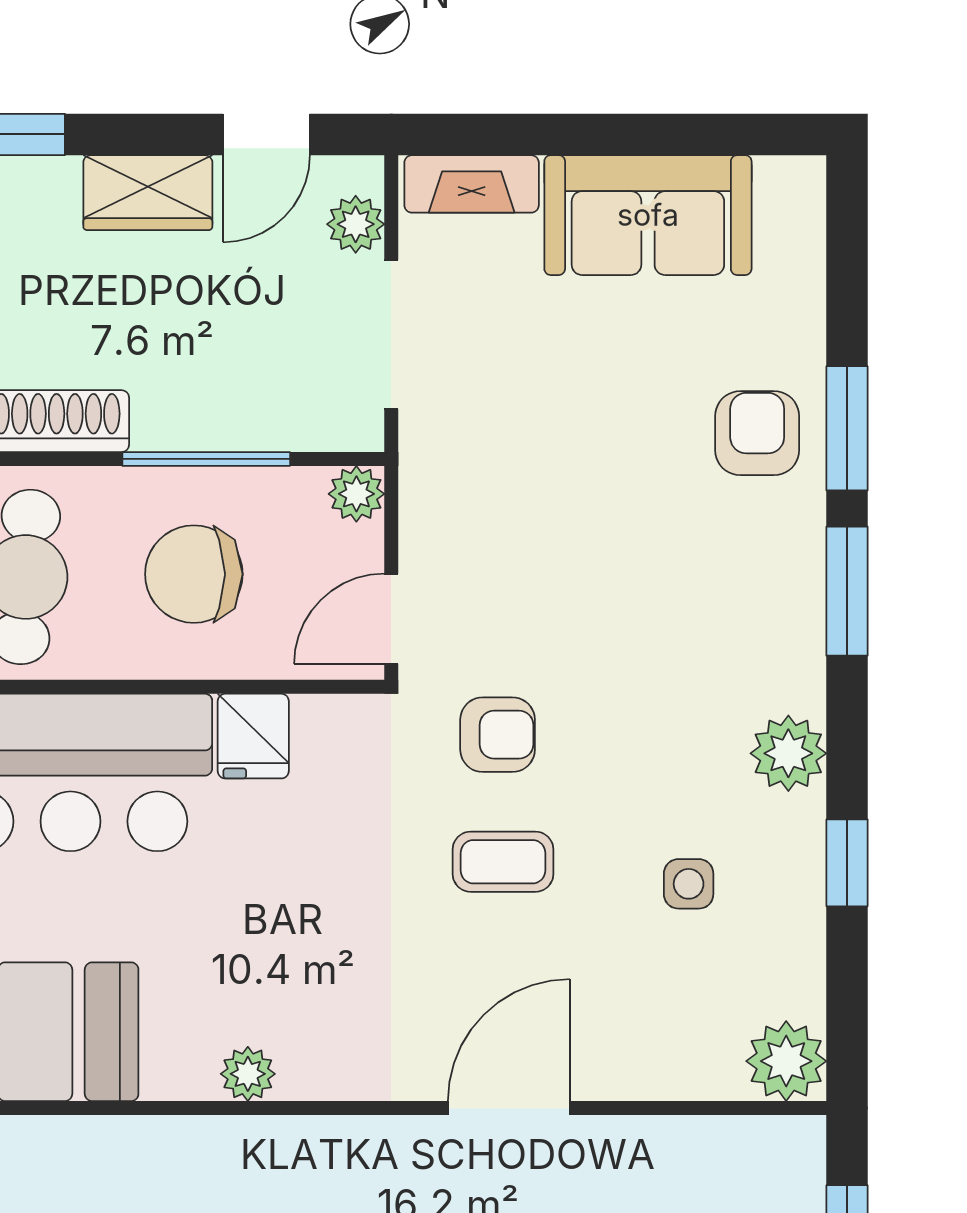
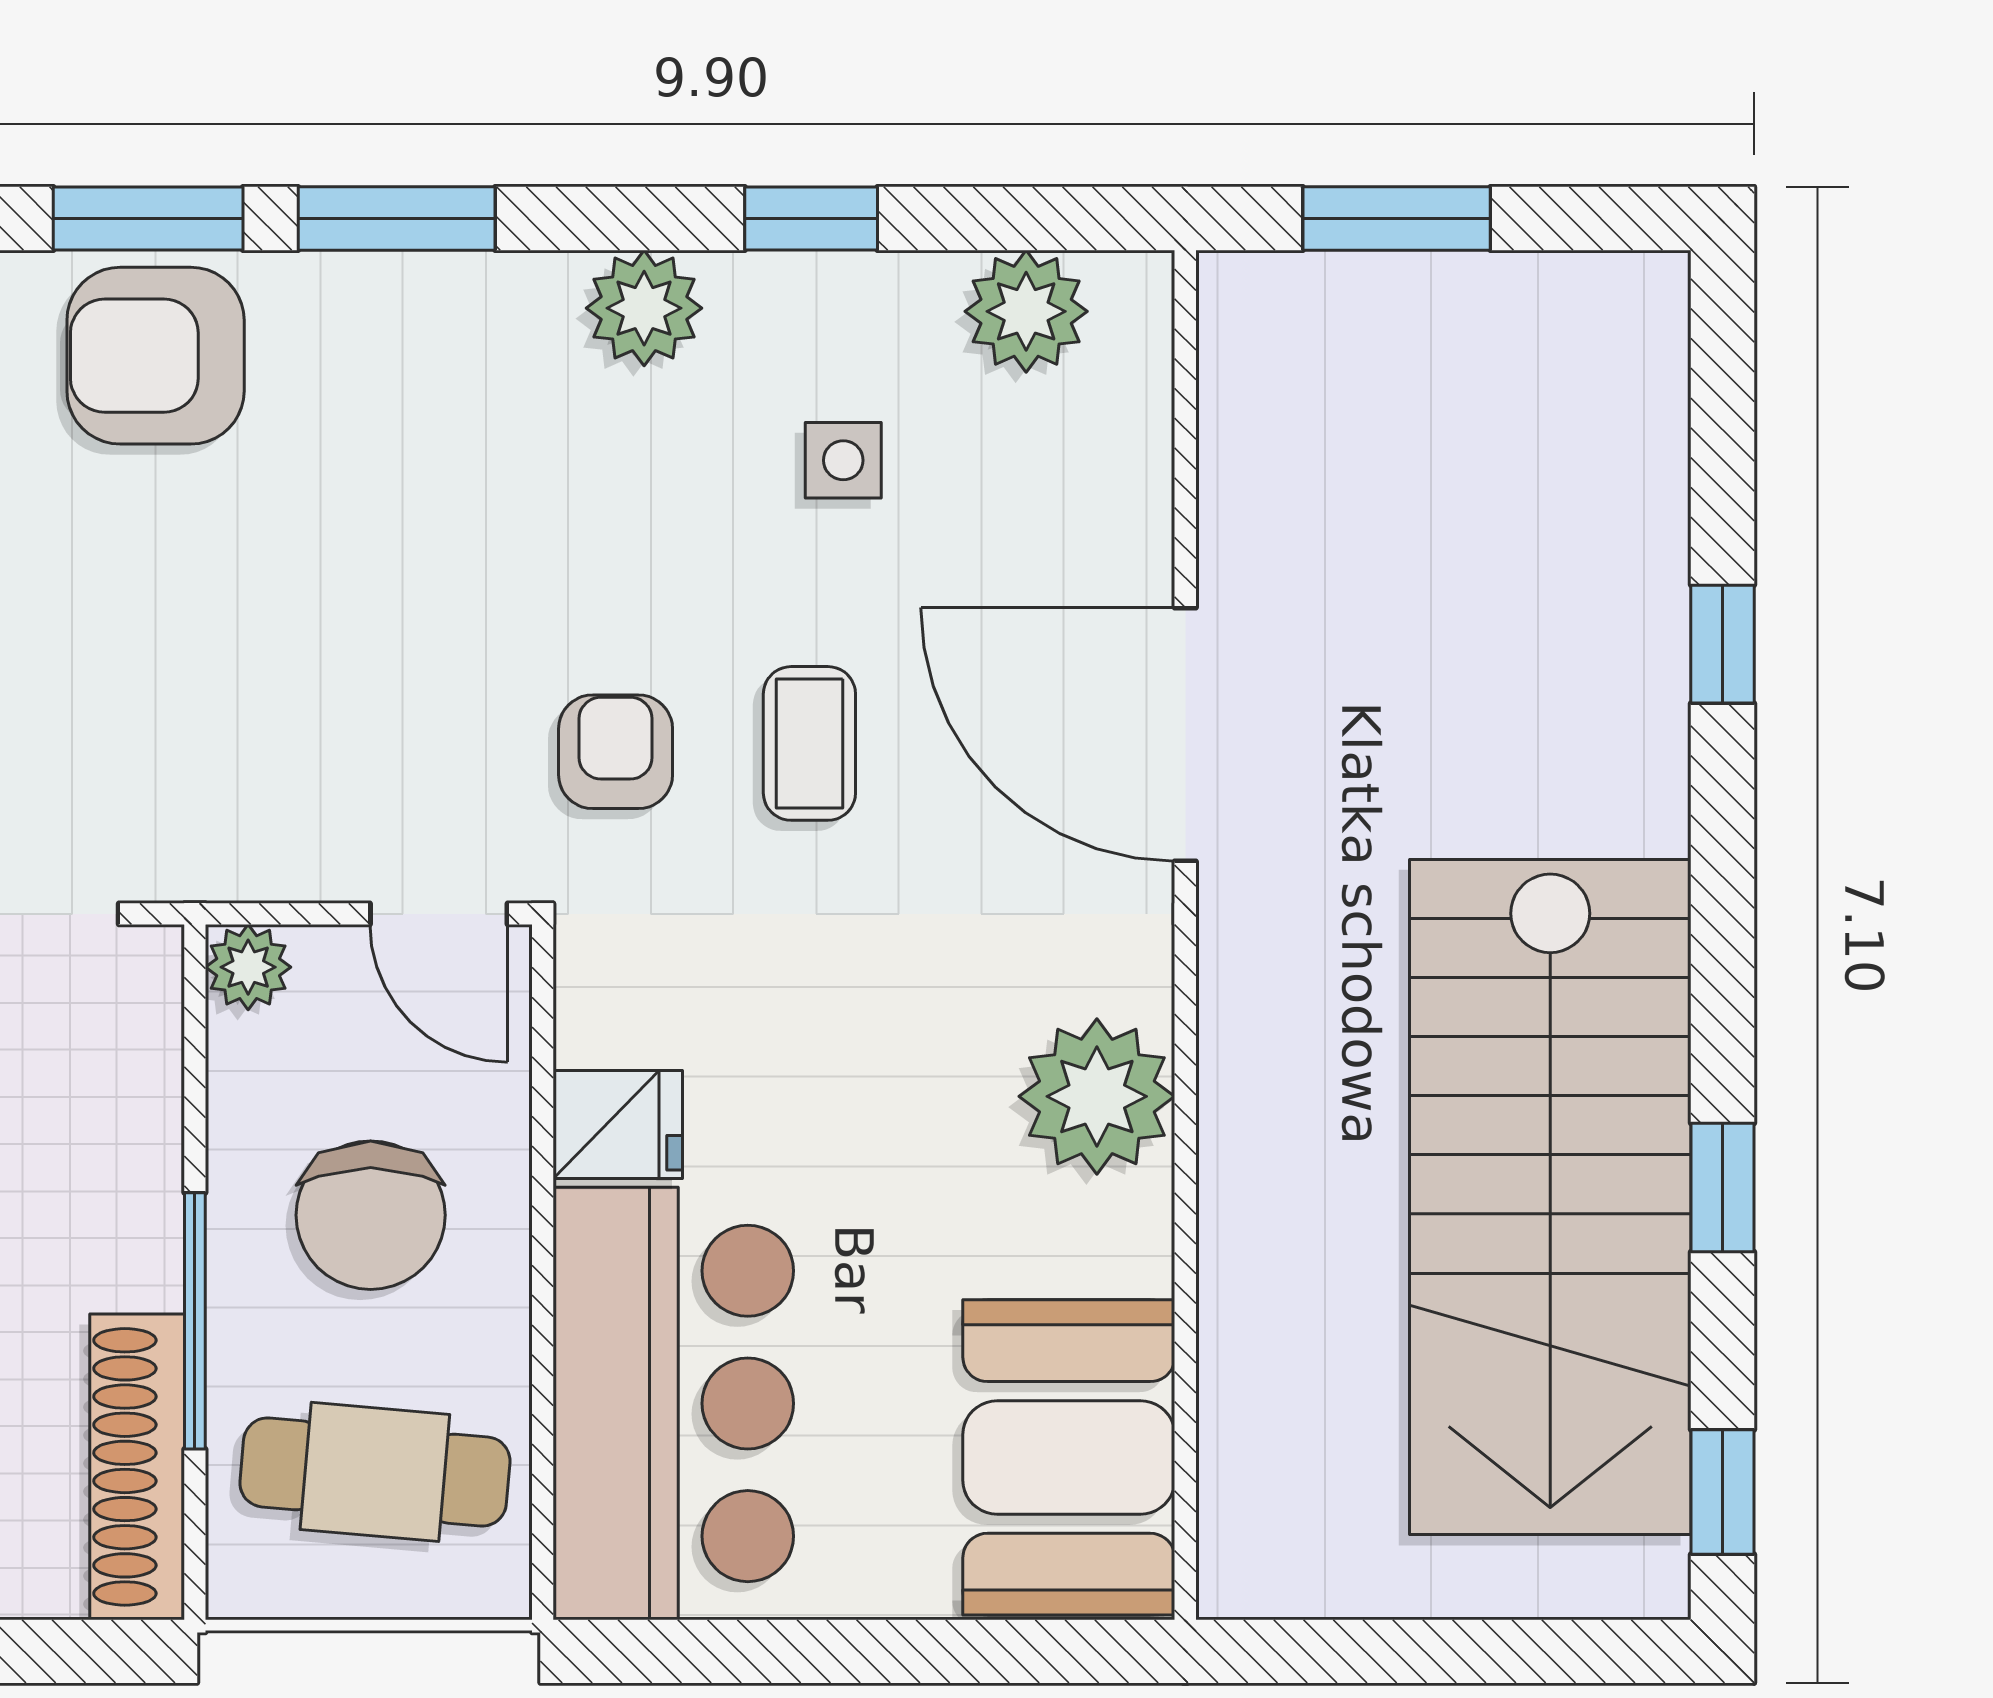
armchair: (757, 433) -> (156, 356), width x1.38, depth x1.38
window: (206, 459) -> (195, 1321), moved
plant: (786, 1061) -> (1026, 311), moved
plant: (248, 1074) -> (1097, 1096), width x1.87, depth x1.87
door: (509, 1108) -> (1185, 734), width x1.36

